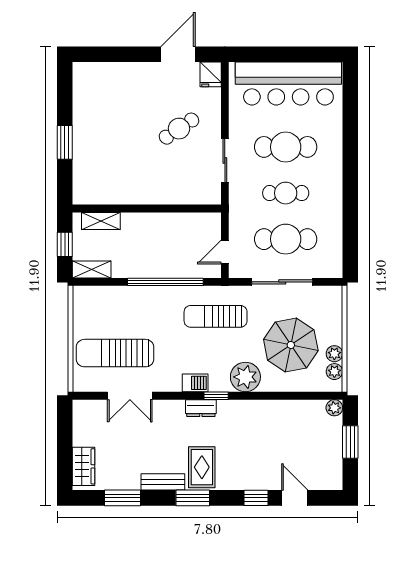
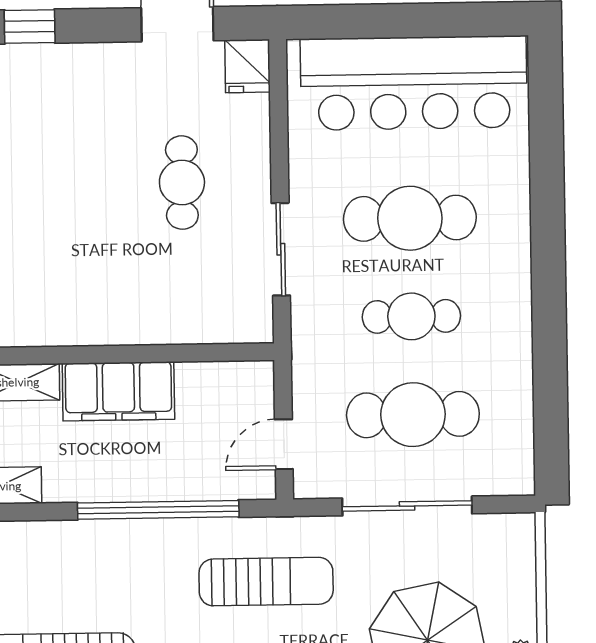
window: (109, 54) -> (30, 27), added
cafe table: (179, 129) -> (182, 183), turned -56
filing cabinet: (148, 226) -> (118, 391), added
sun lounger: (216, 316) -> (266, 582), turned 180

